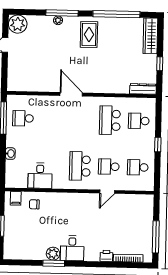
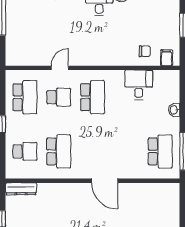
school desk: (23, 118) -> (160, 151), width x1.85
school desk: (138, 167) -> (25, 97), width x1.85

